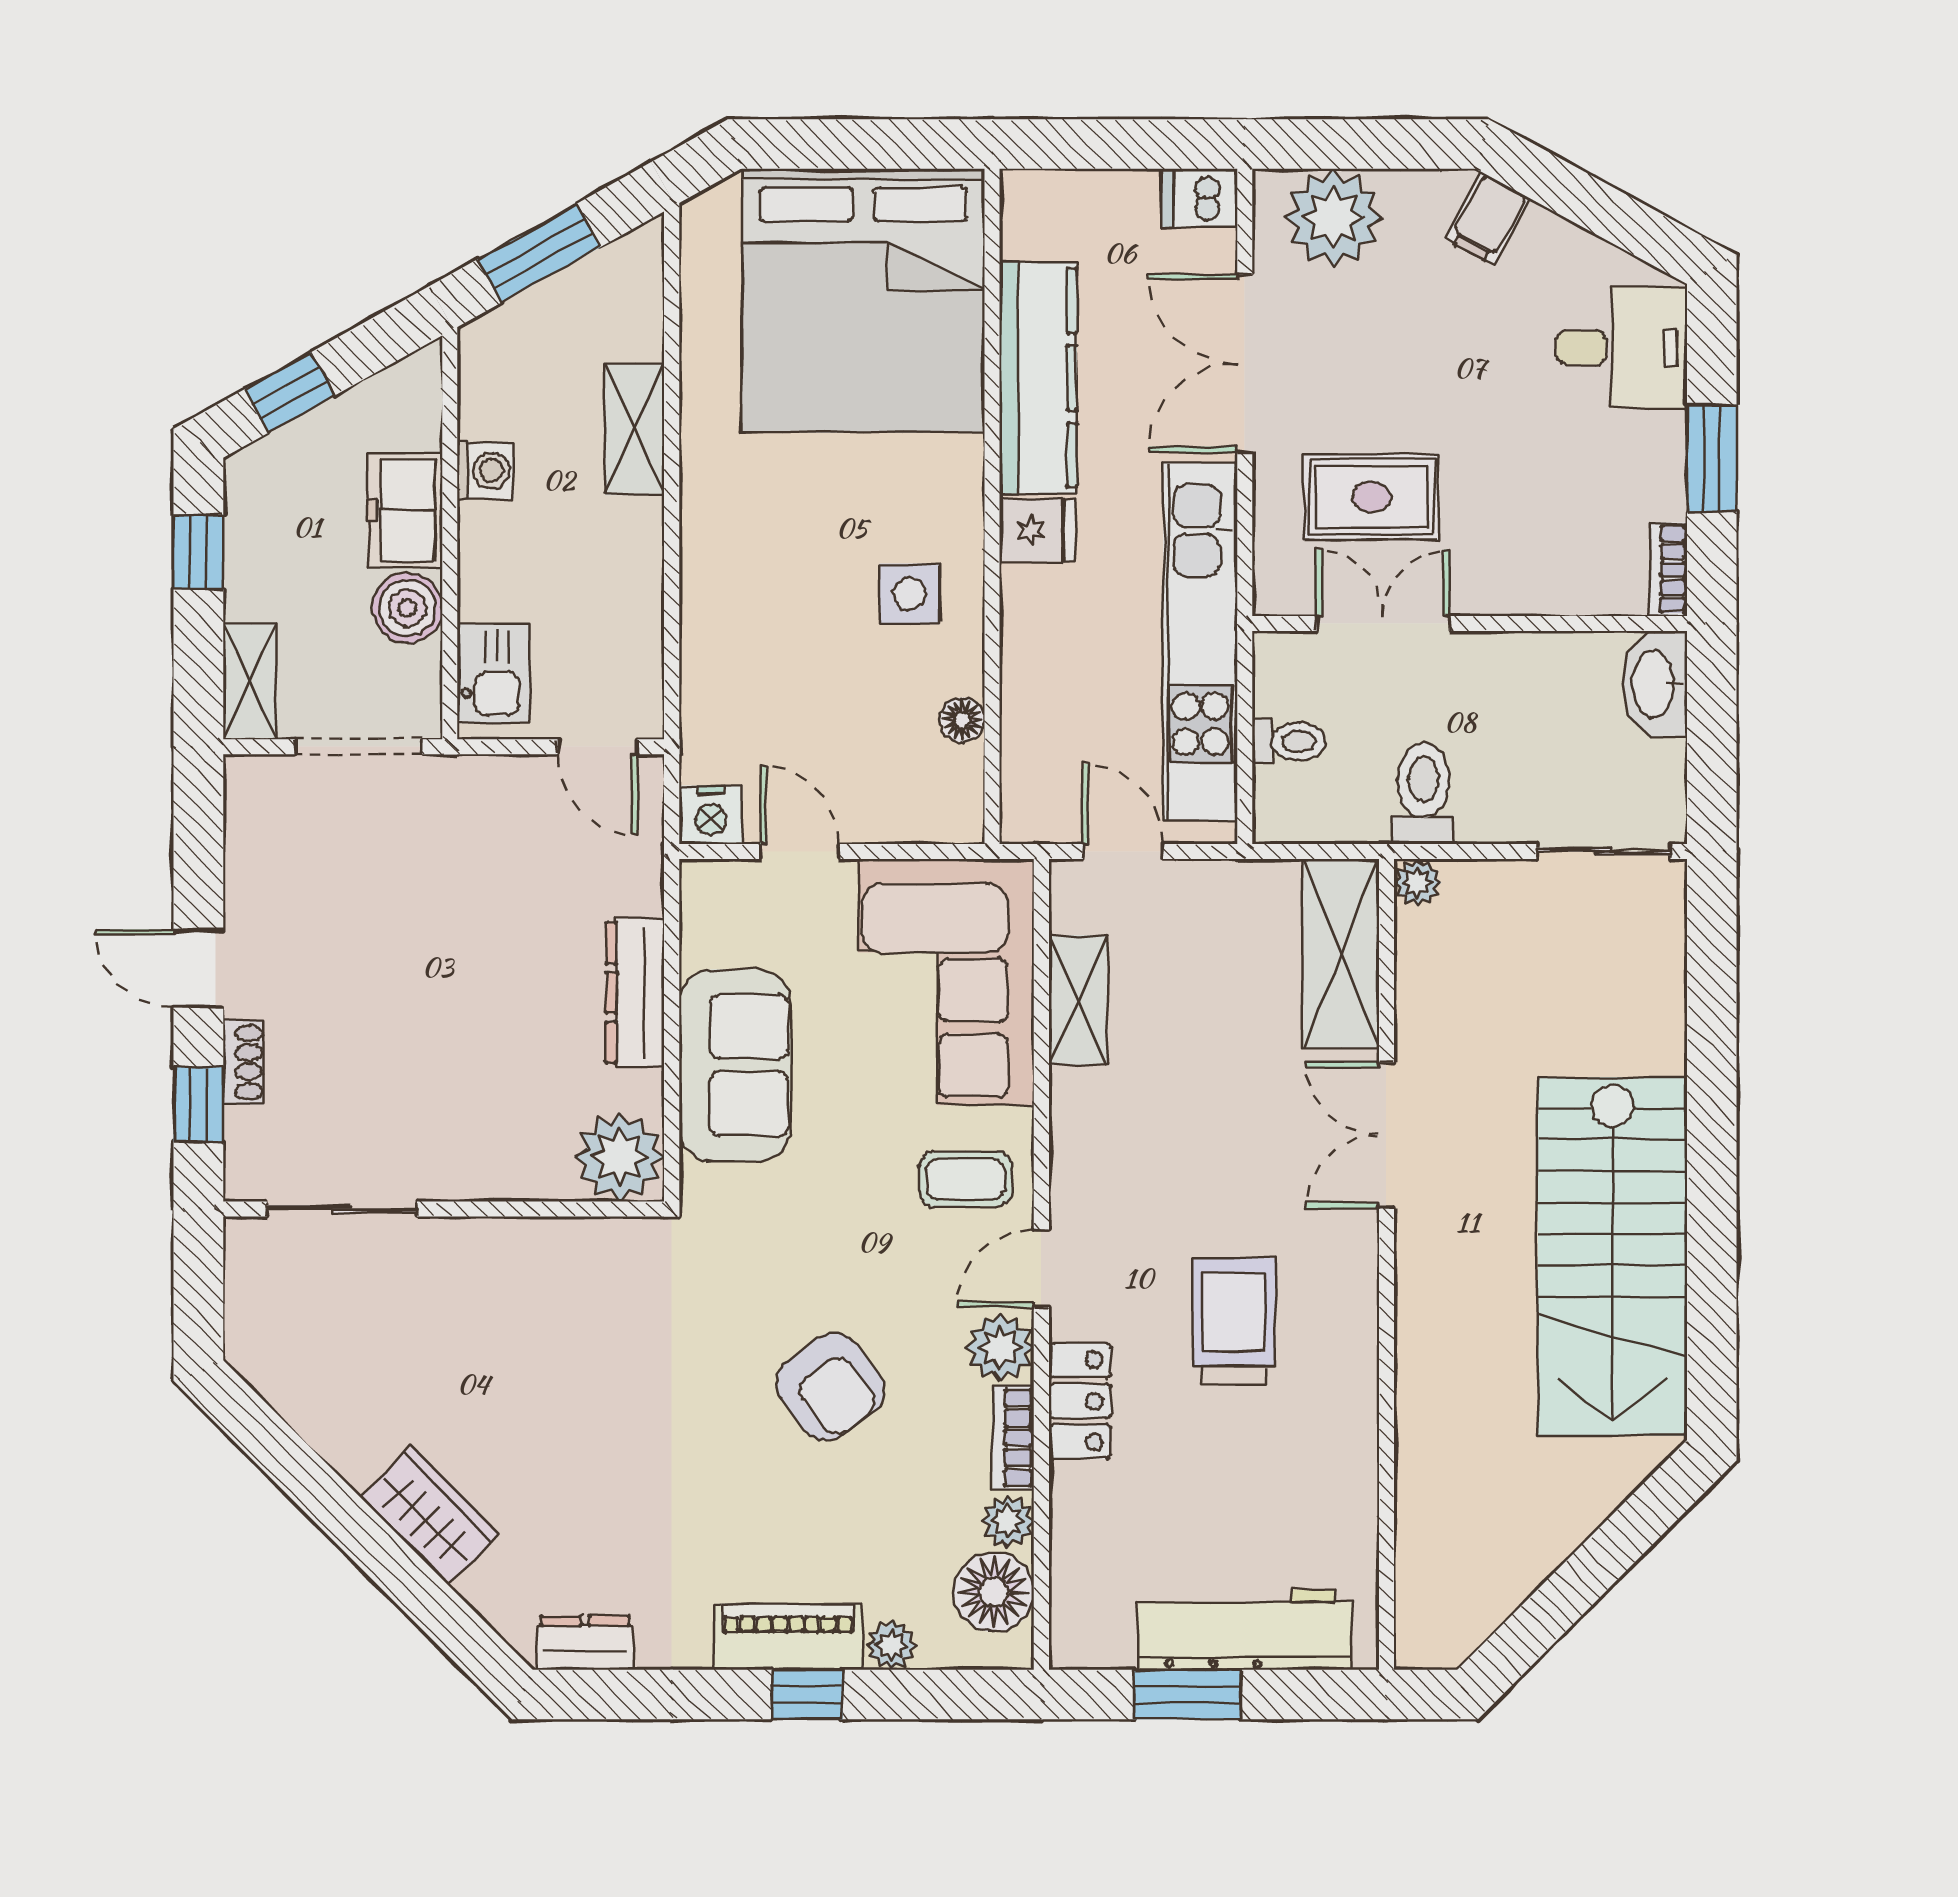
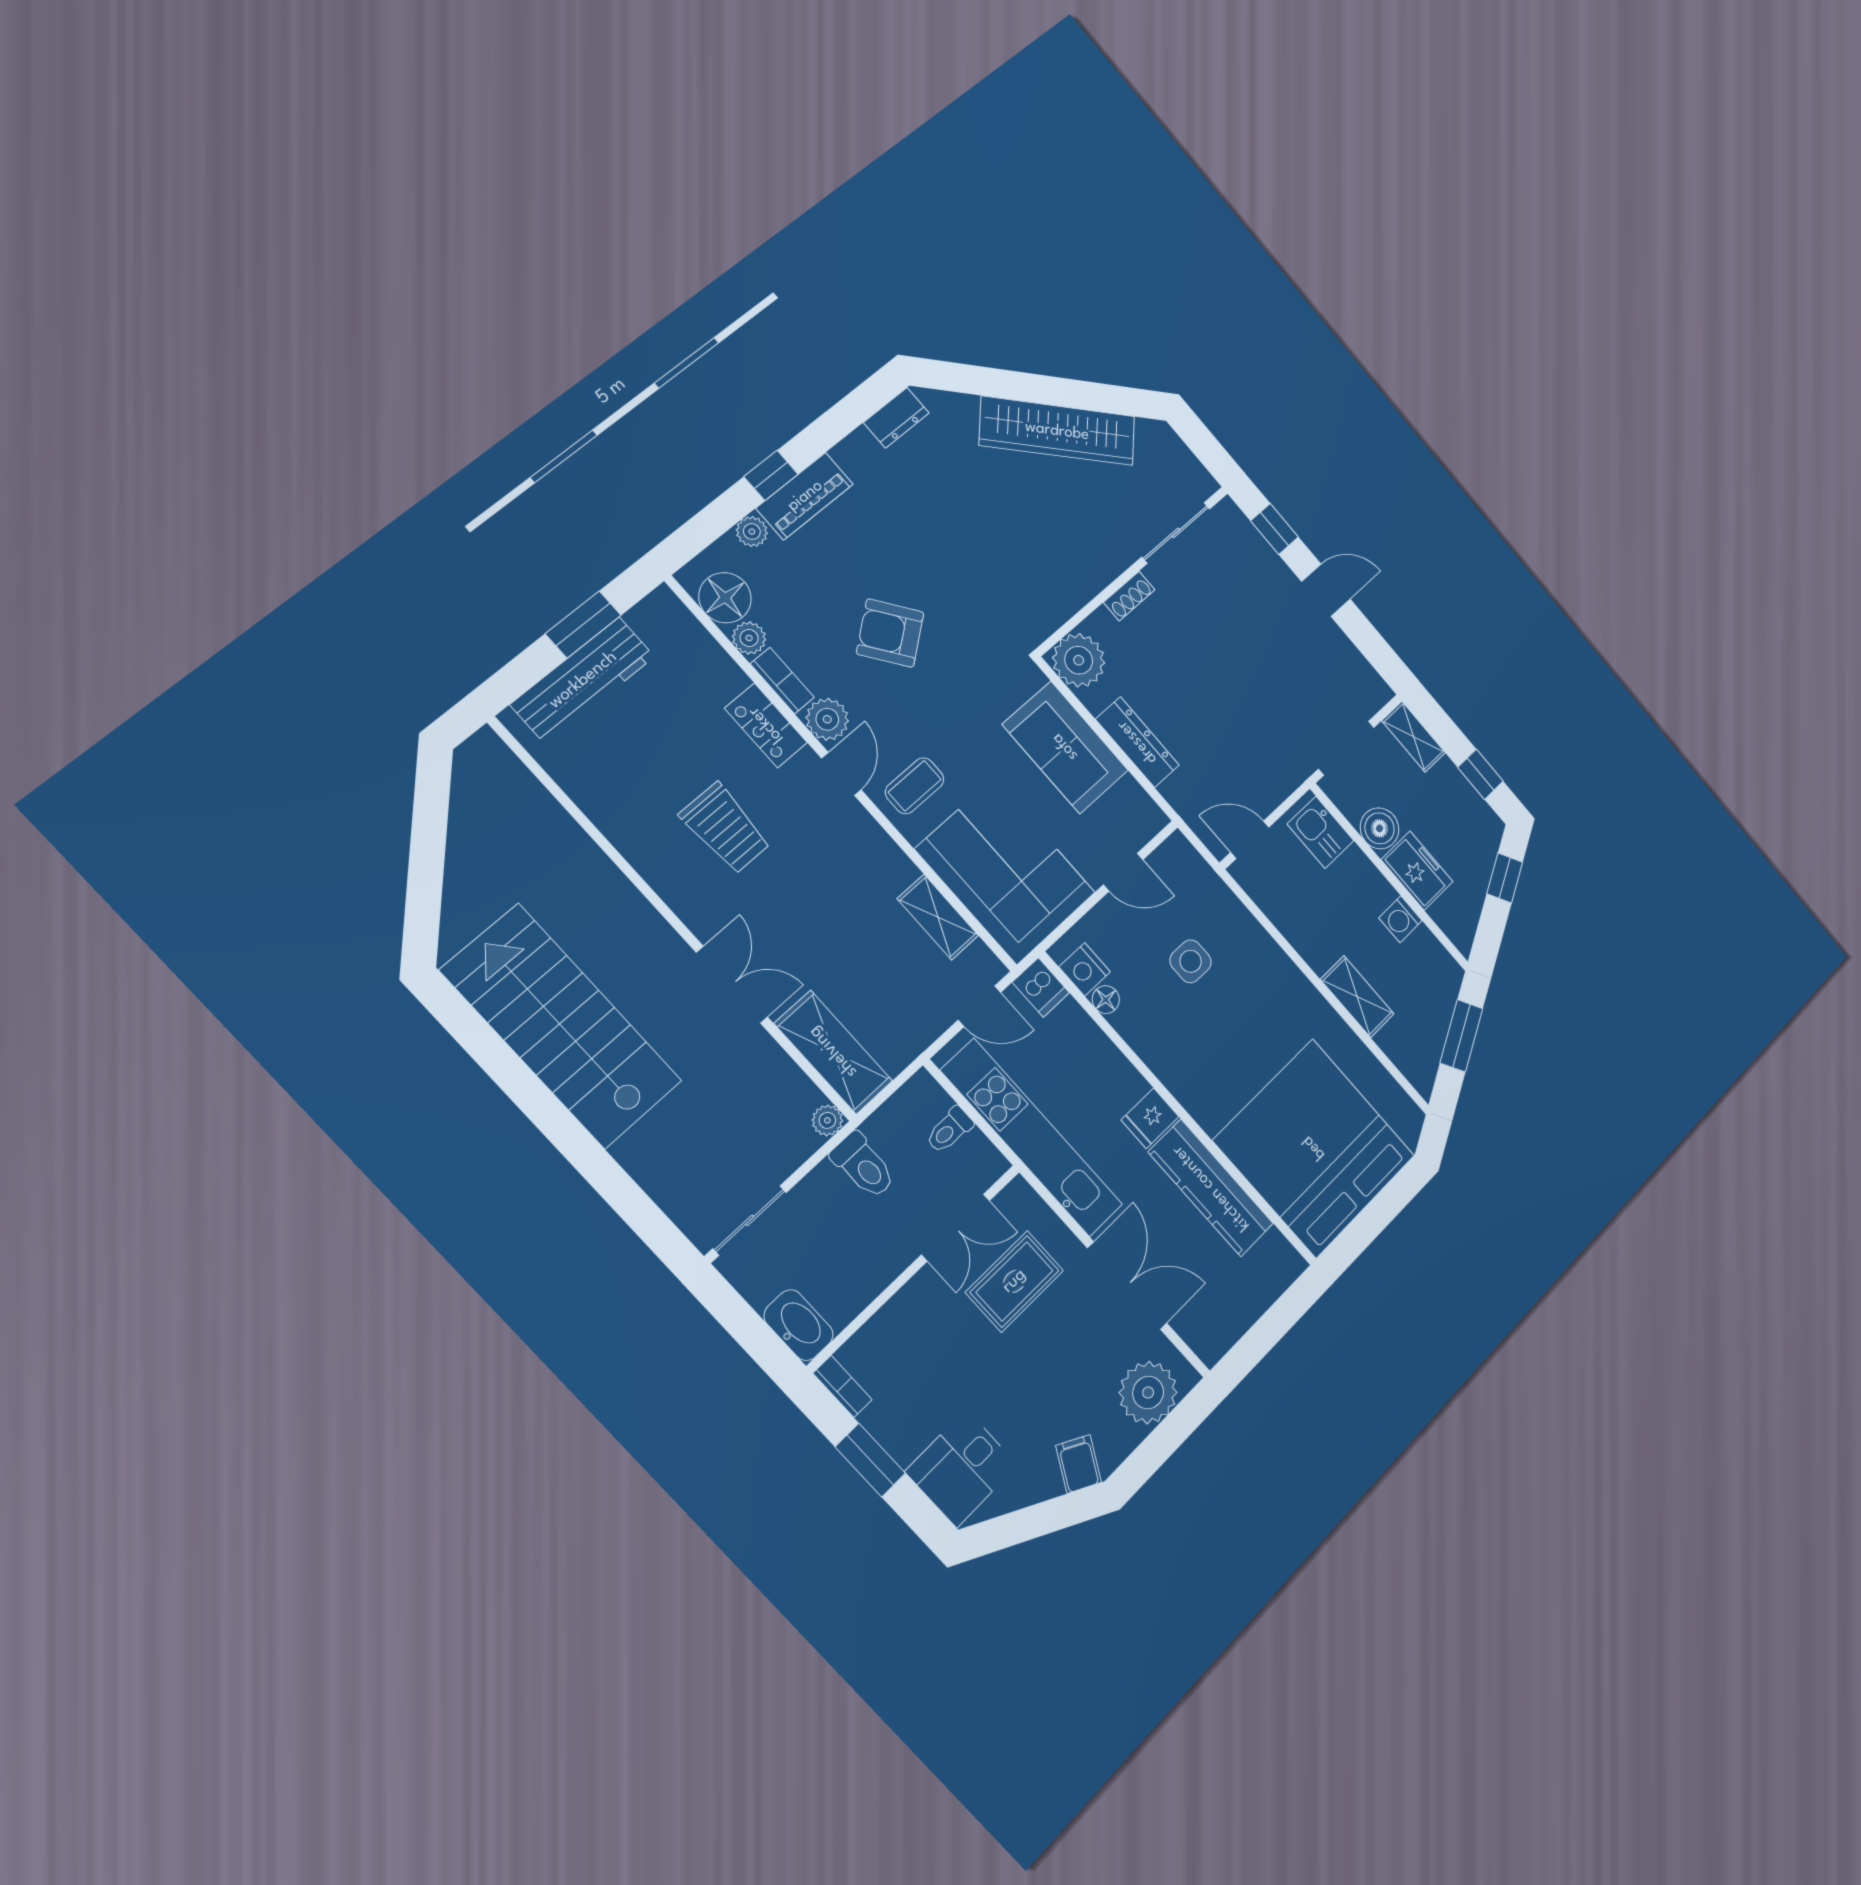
dishwasher: (1199, 198) -> (1041, 987), moved, turned 90
side table: (910, 594) -> (1191, 961), moved
nightstand: (711, 815) -> (1085, 969), moved, turned -90
shoe rack: (243, 1062) -> (1129, 596), moved, turned -90
wardrobe: (430, 1516) -> (1057, 431), width x2.10, depth x1.17

